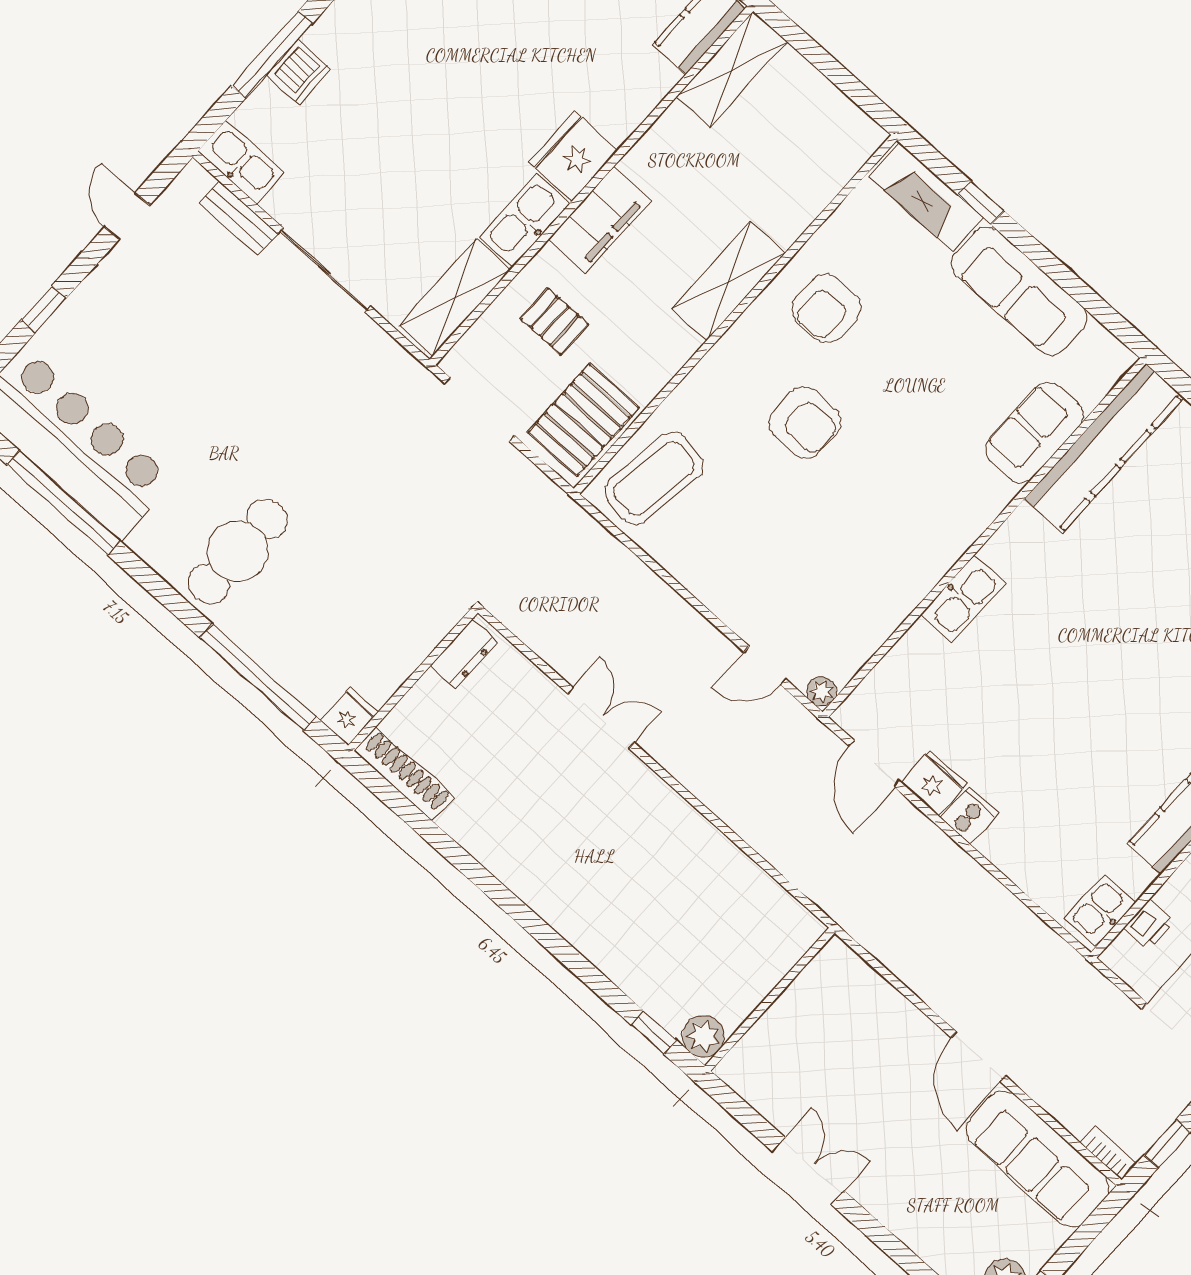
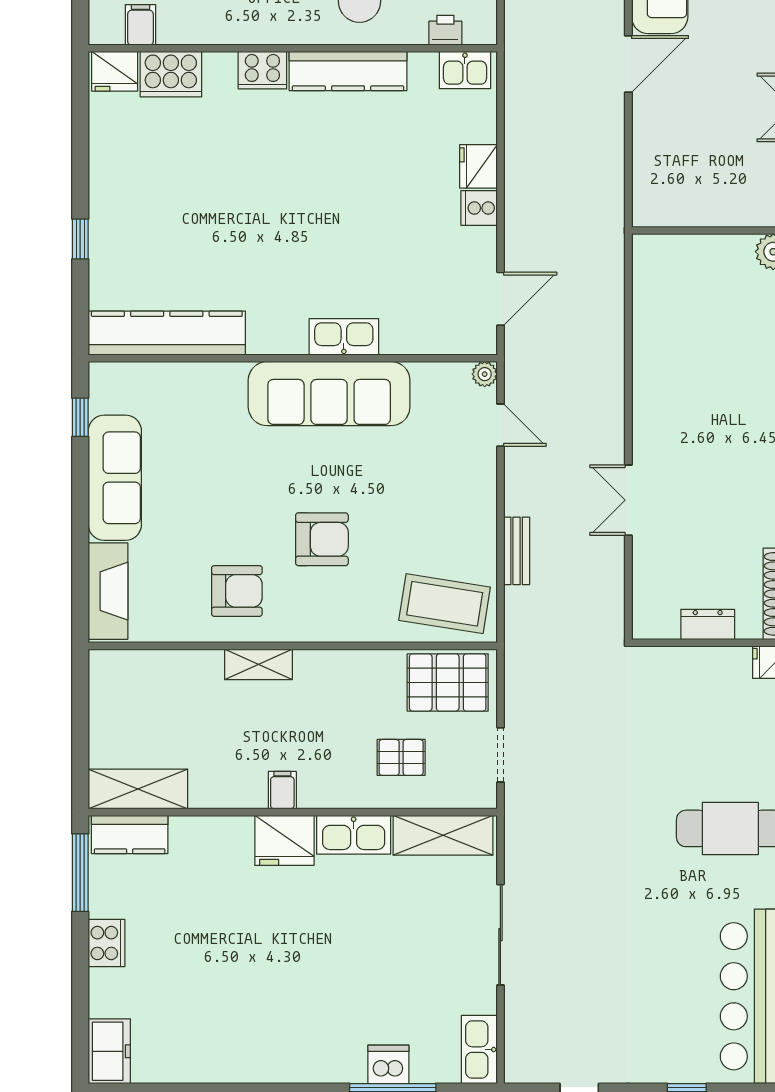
window: (981, 203) -> (80, 417), moved
bench: (239, 218) -> (517, 551), moved
filing cabinet: (599, 220) -> (282, 790), width x0.33, depth x0.86
shelving: (728, 281) -> (259, 664), width x0.67, depth x0.75
pallet: (555, 322) -> (401, 757), turned 90
doorway: (480, 410) -> (500, 755), width x0.73
armchair: (805, 422) -> (322, 539), turned 90
sofa: (1034, 432) -> (329, 394), moved, width x1.85, depth x1.27
dresser: (464, 654) -> (708, 624), moved
fridge: (934, 783) -> (478, 166), moved

